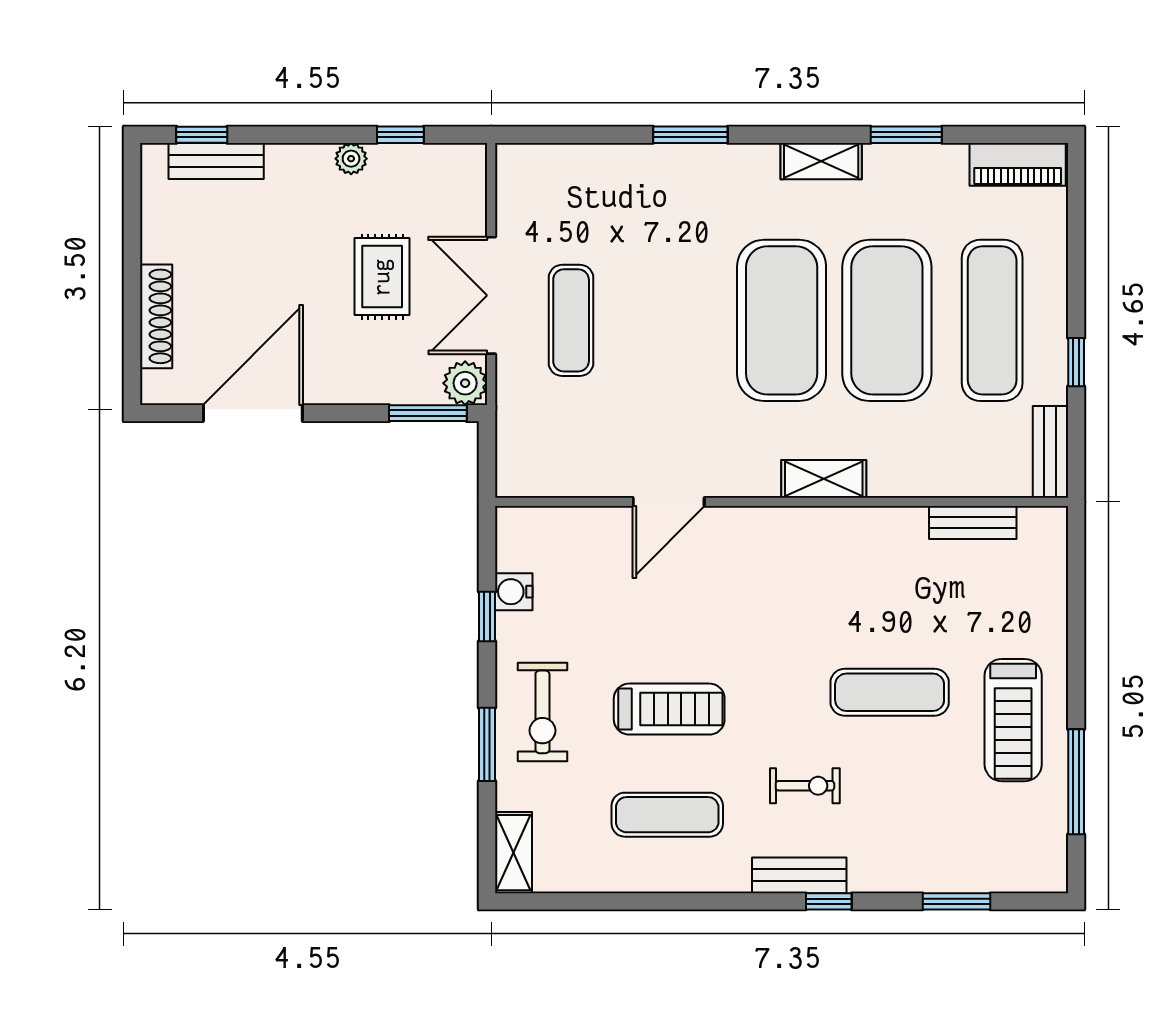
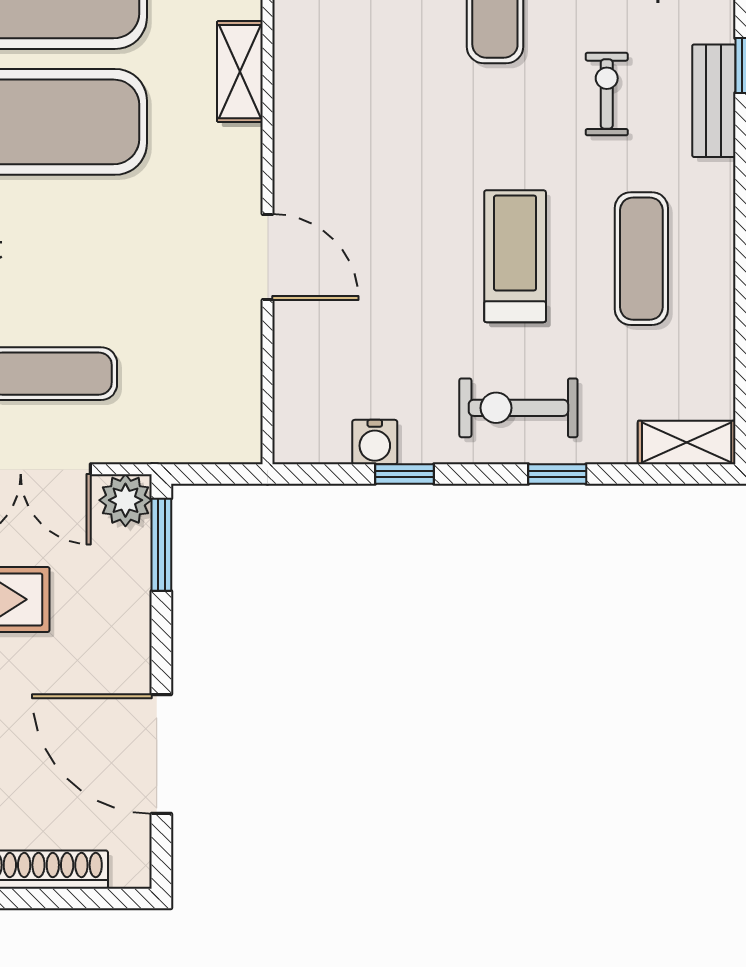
exercise bike: (542, 712) -> (518, 408), turned 180
window: (487, 744) -> (557, 474), width x0.67

